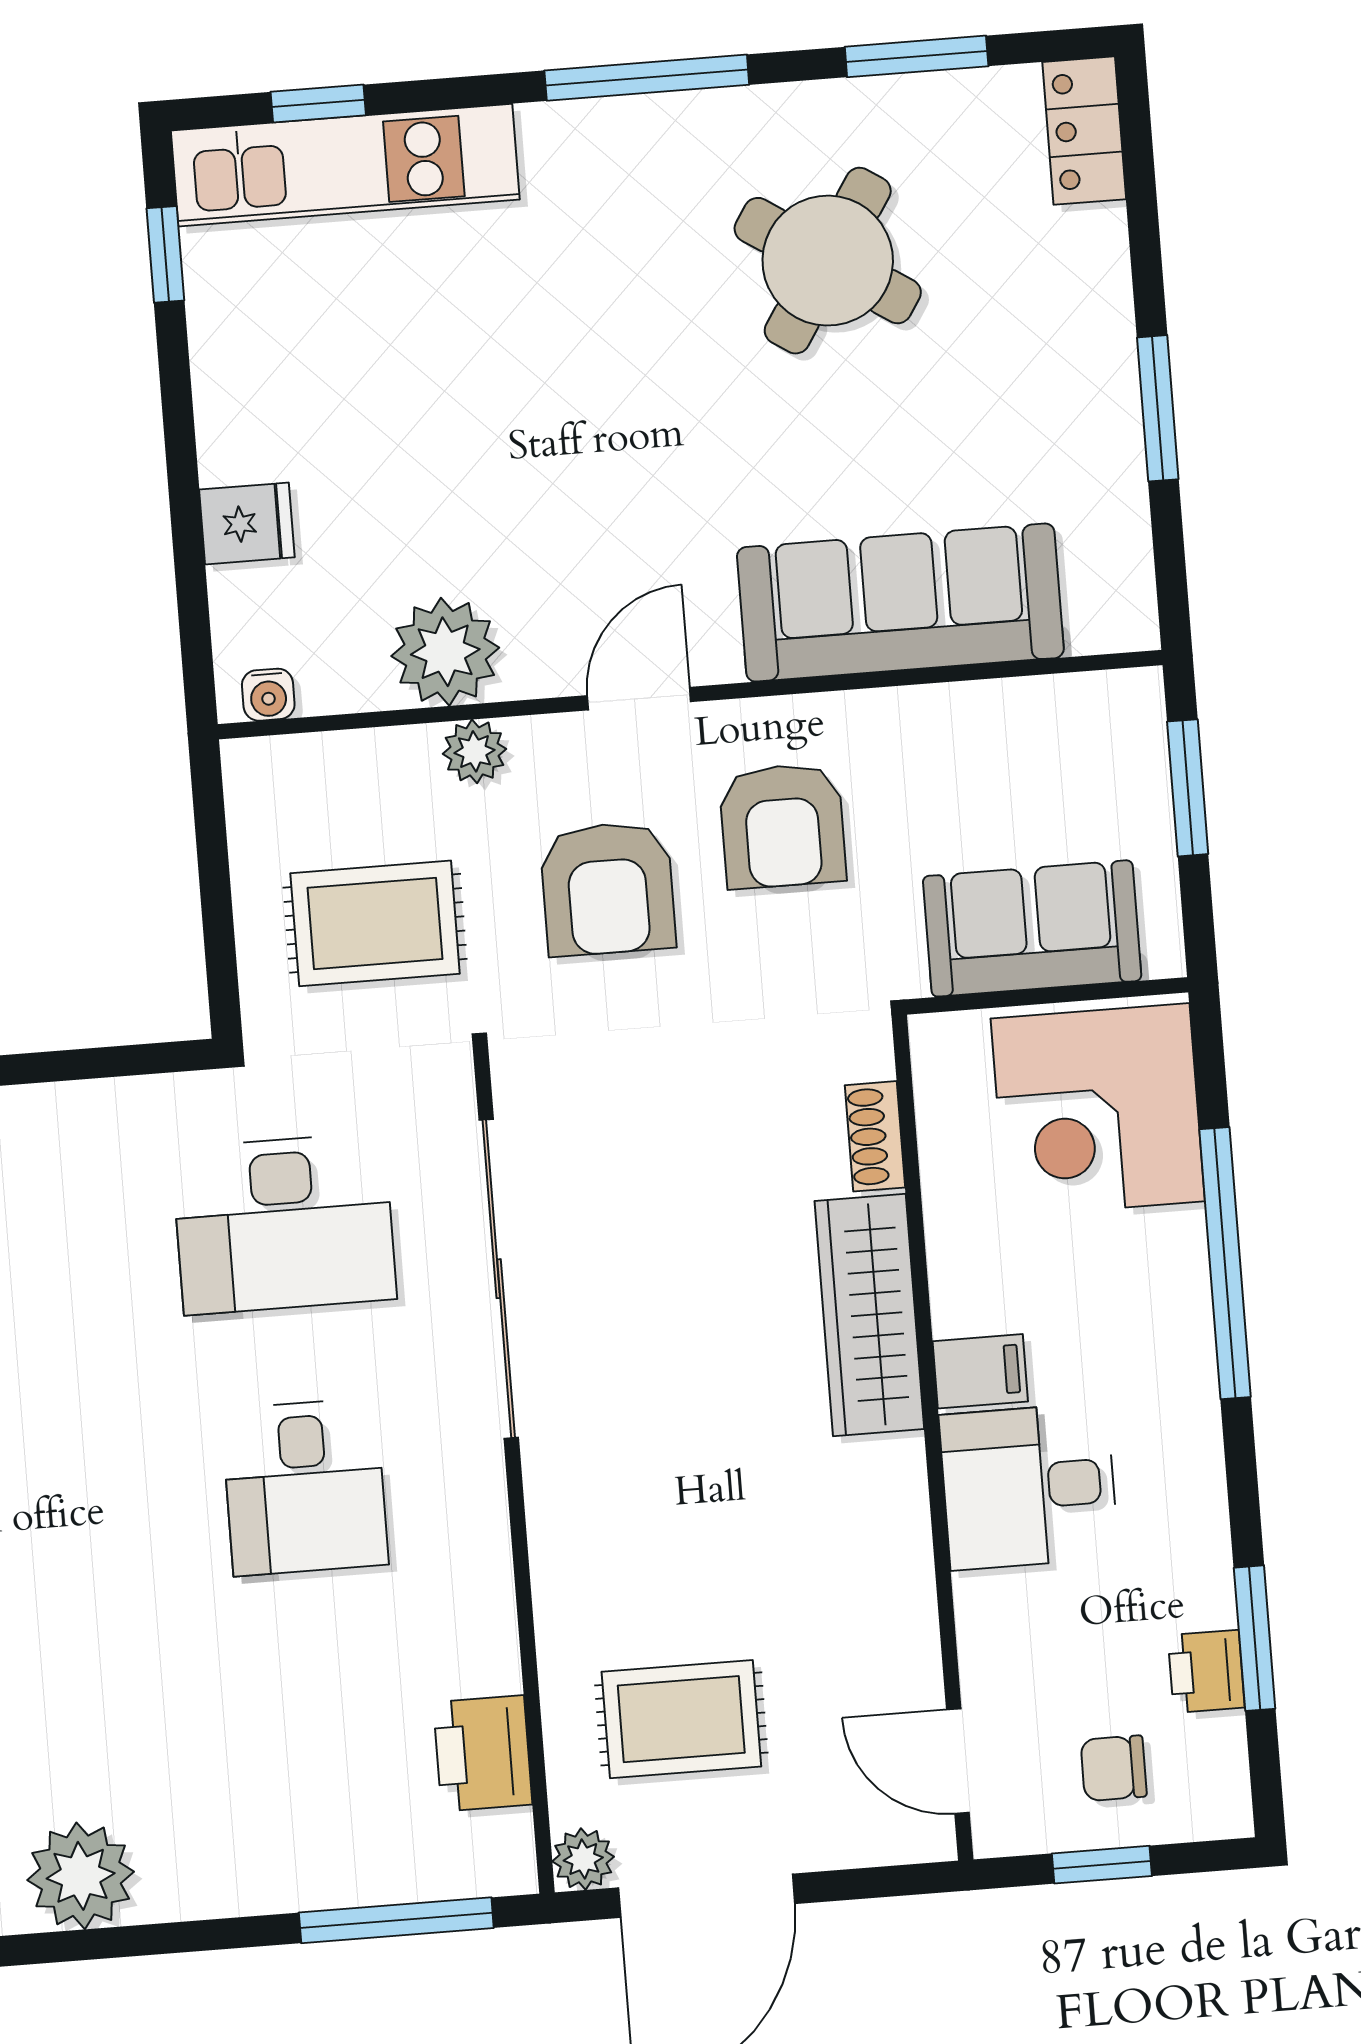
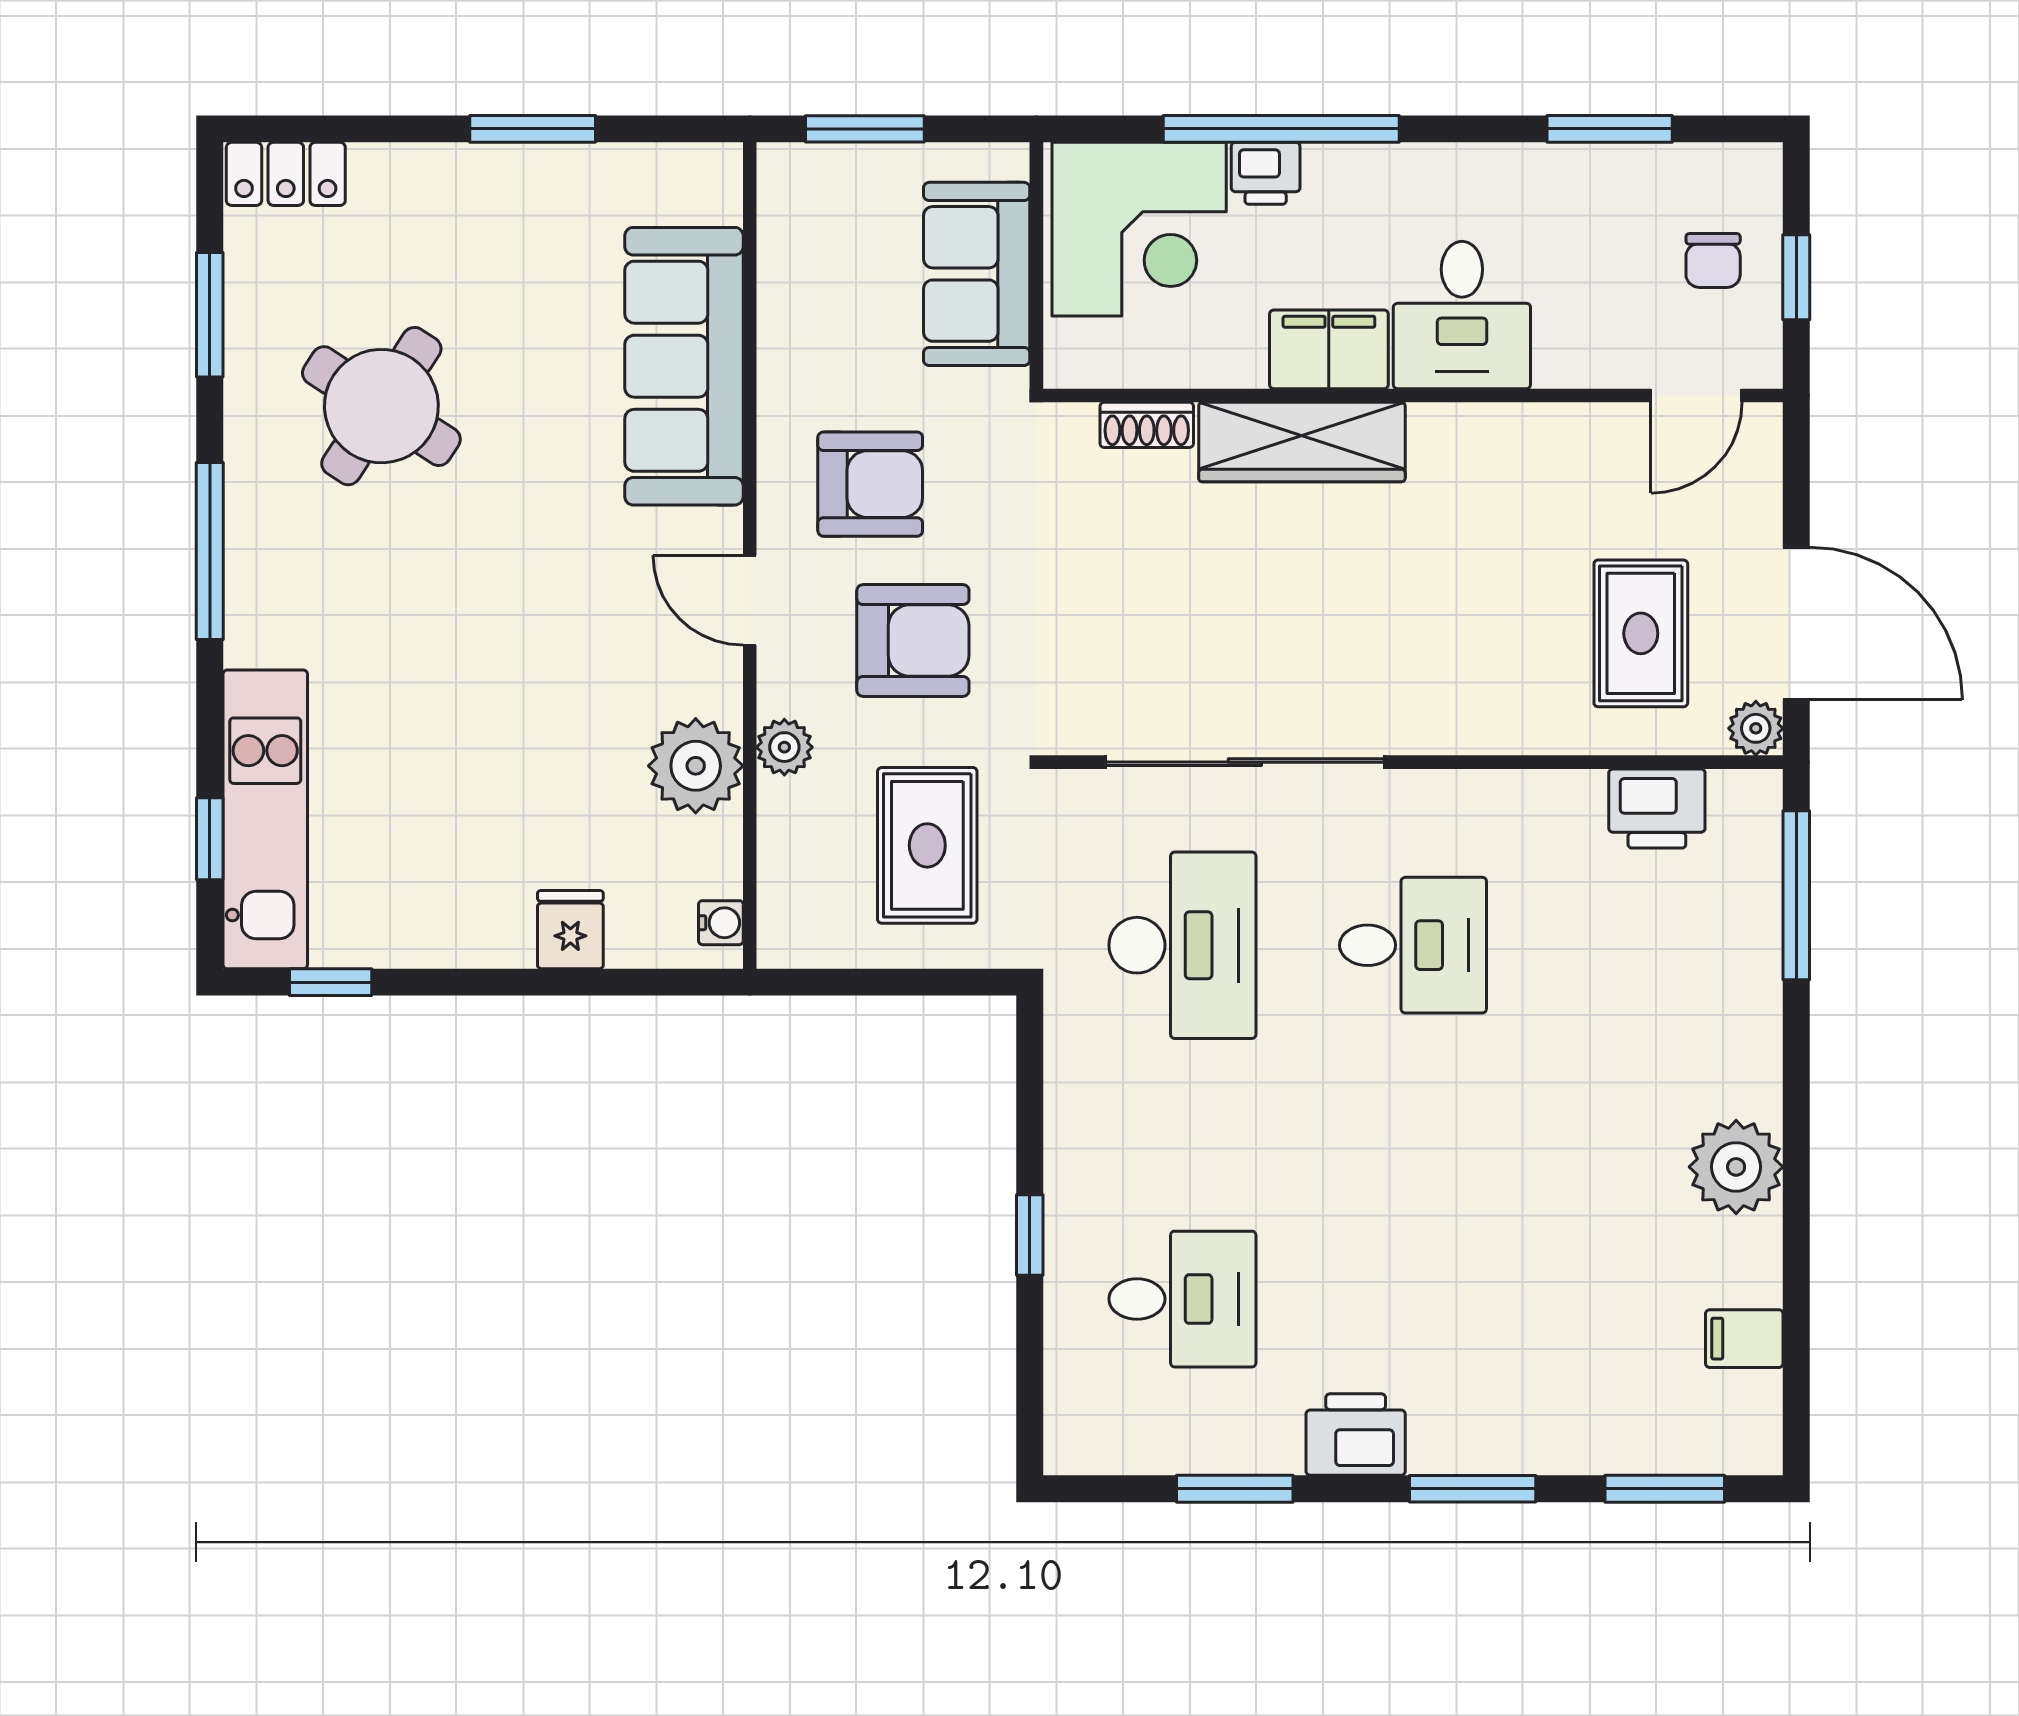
filing cabinet: (980, 1371) -> (1329, 349), width x2.00
printer: (1206, 1671) -> (1266, 173), moved

